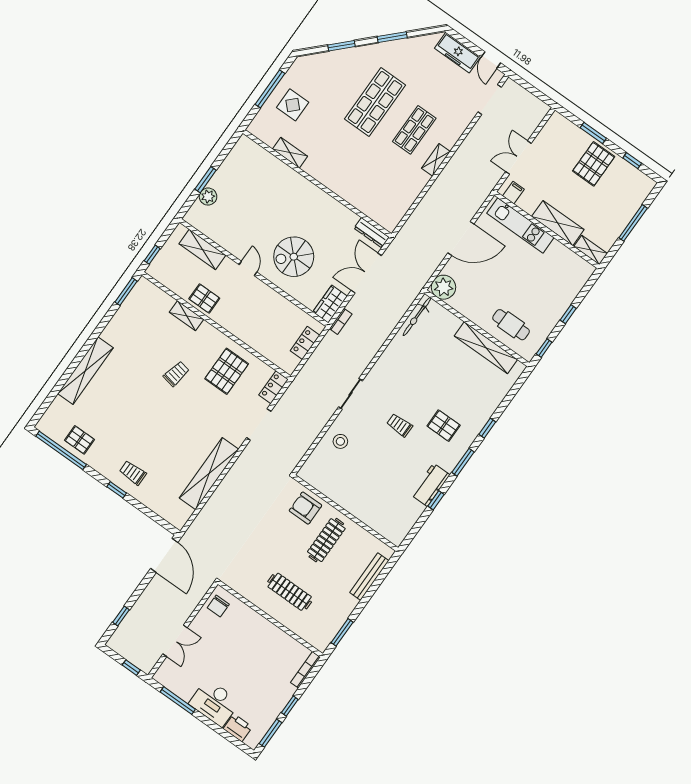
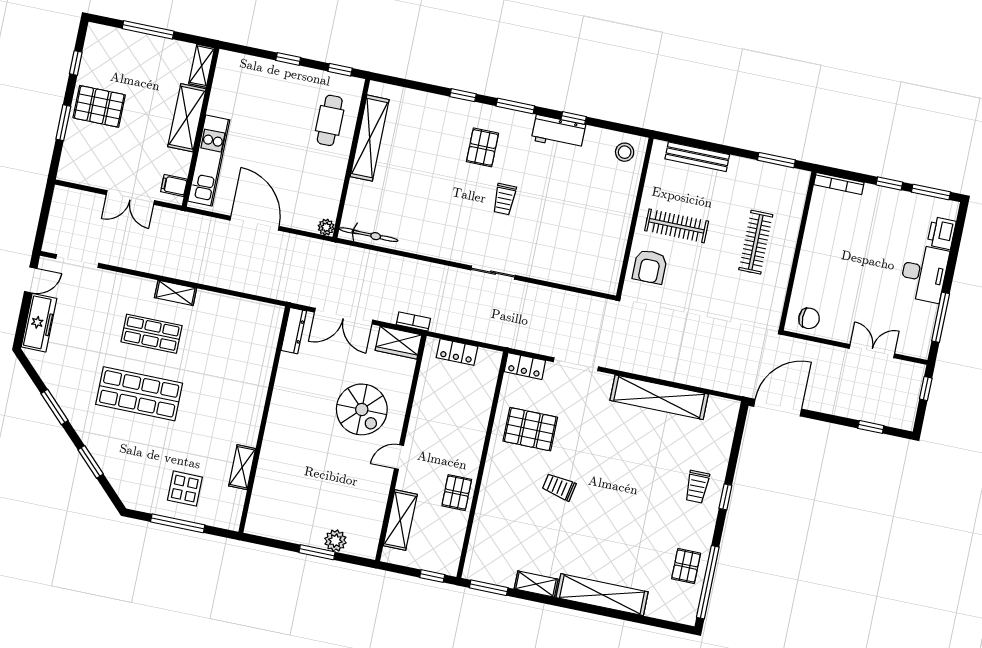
plant: (443, 287) -> (326, 227), width x0.53, depth x0.53
shelving: (187, 316) -> (536, 584), moved, turned 90
stool: (340, 441) -> (625, 152), moved

